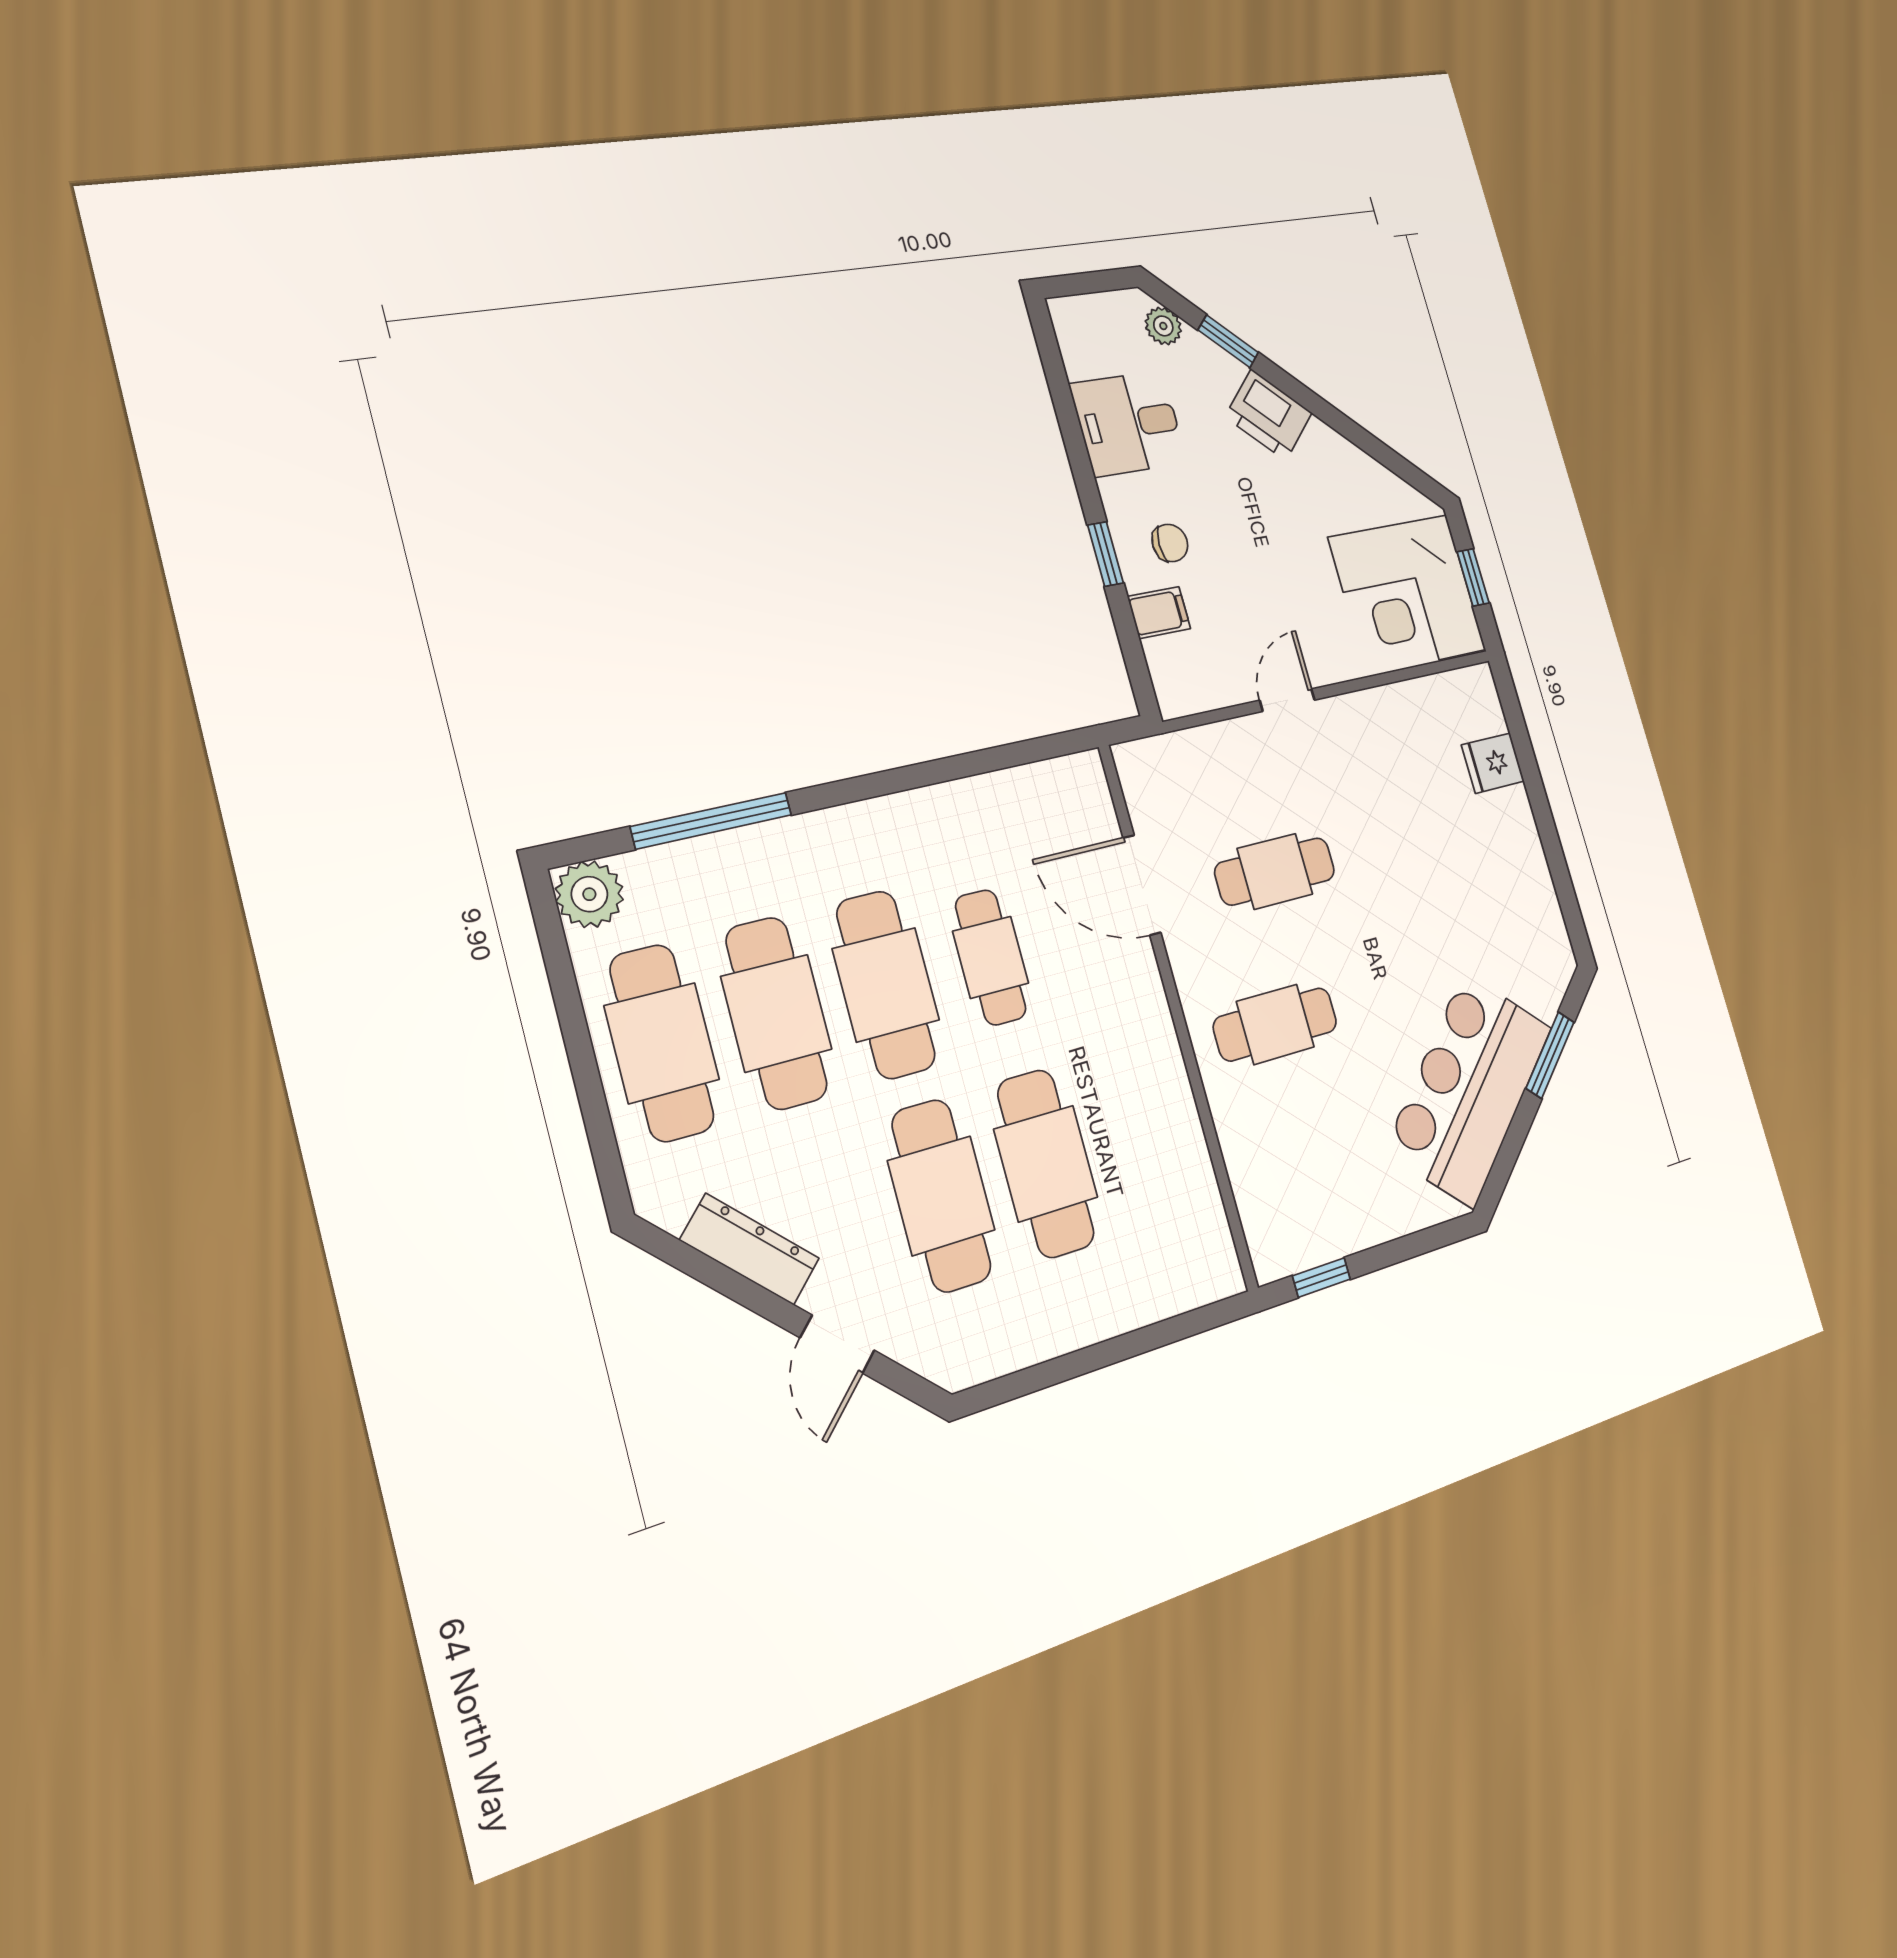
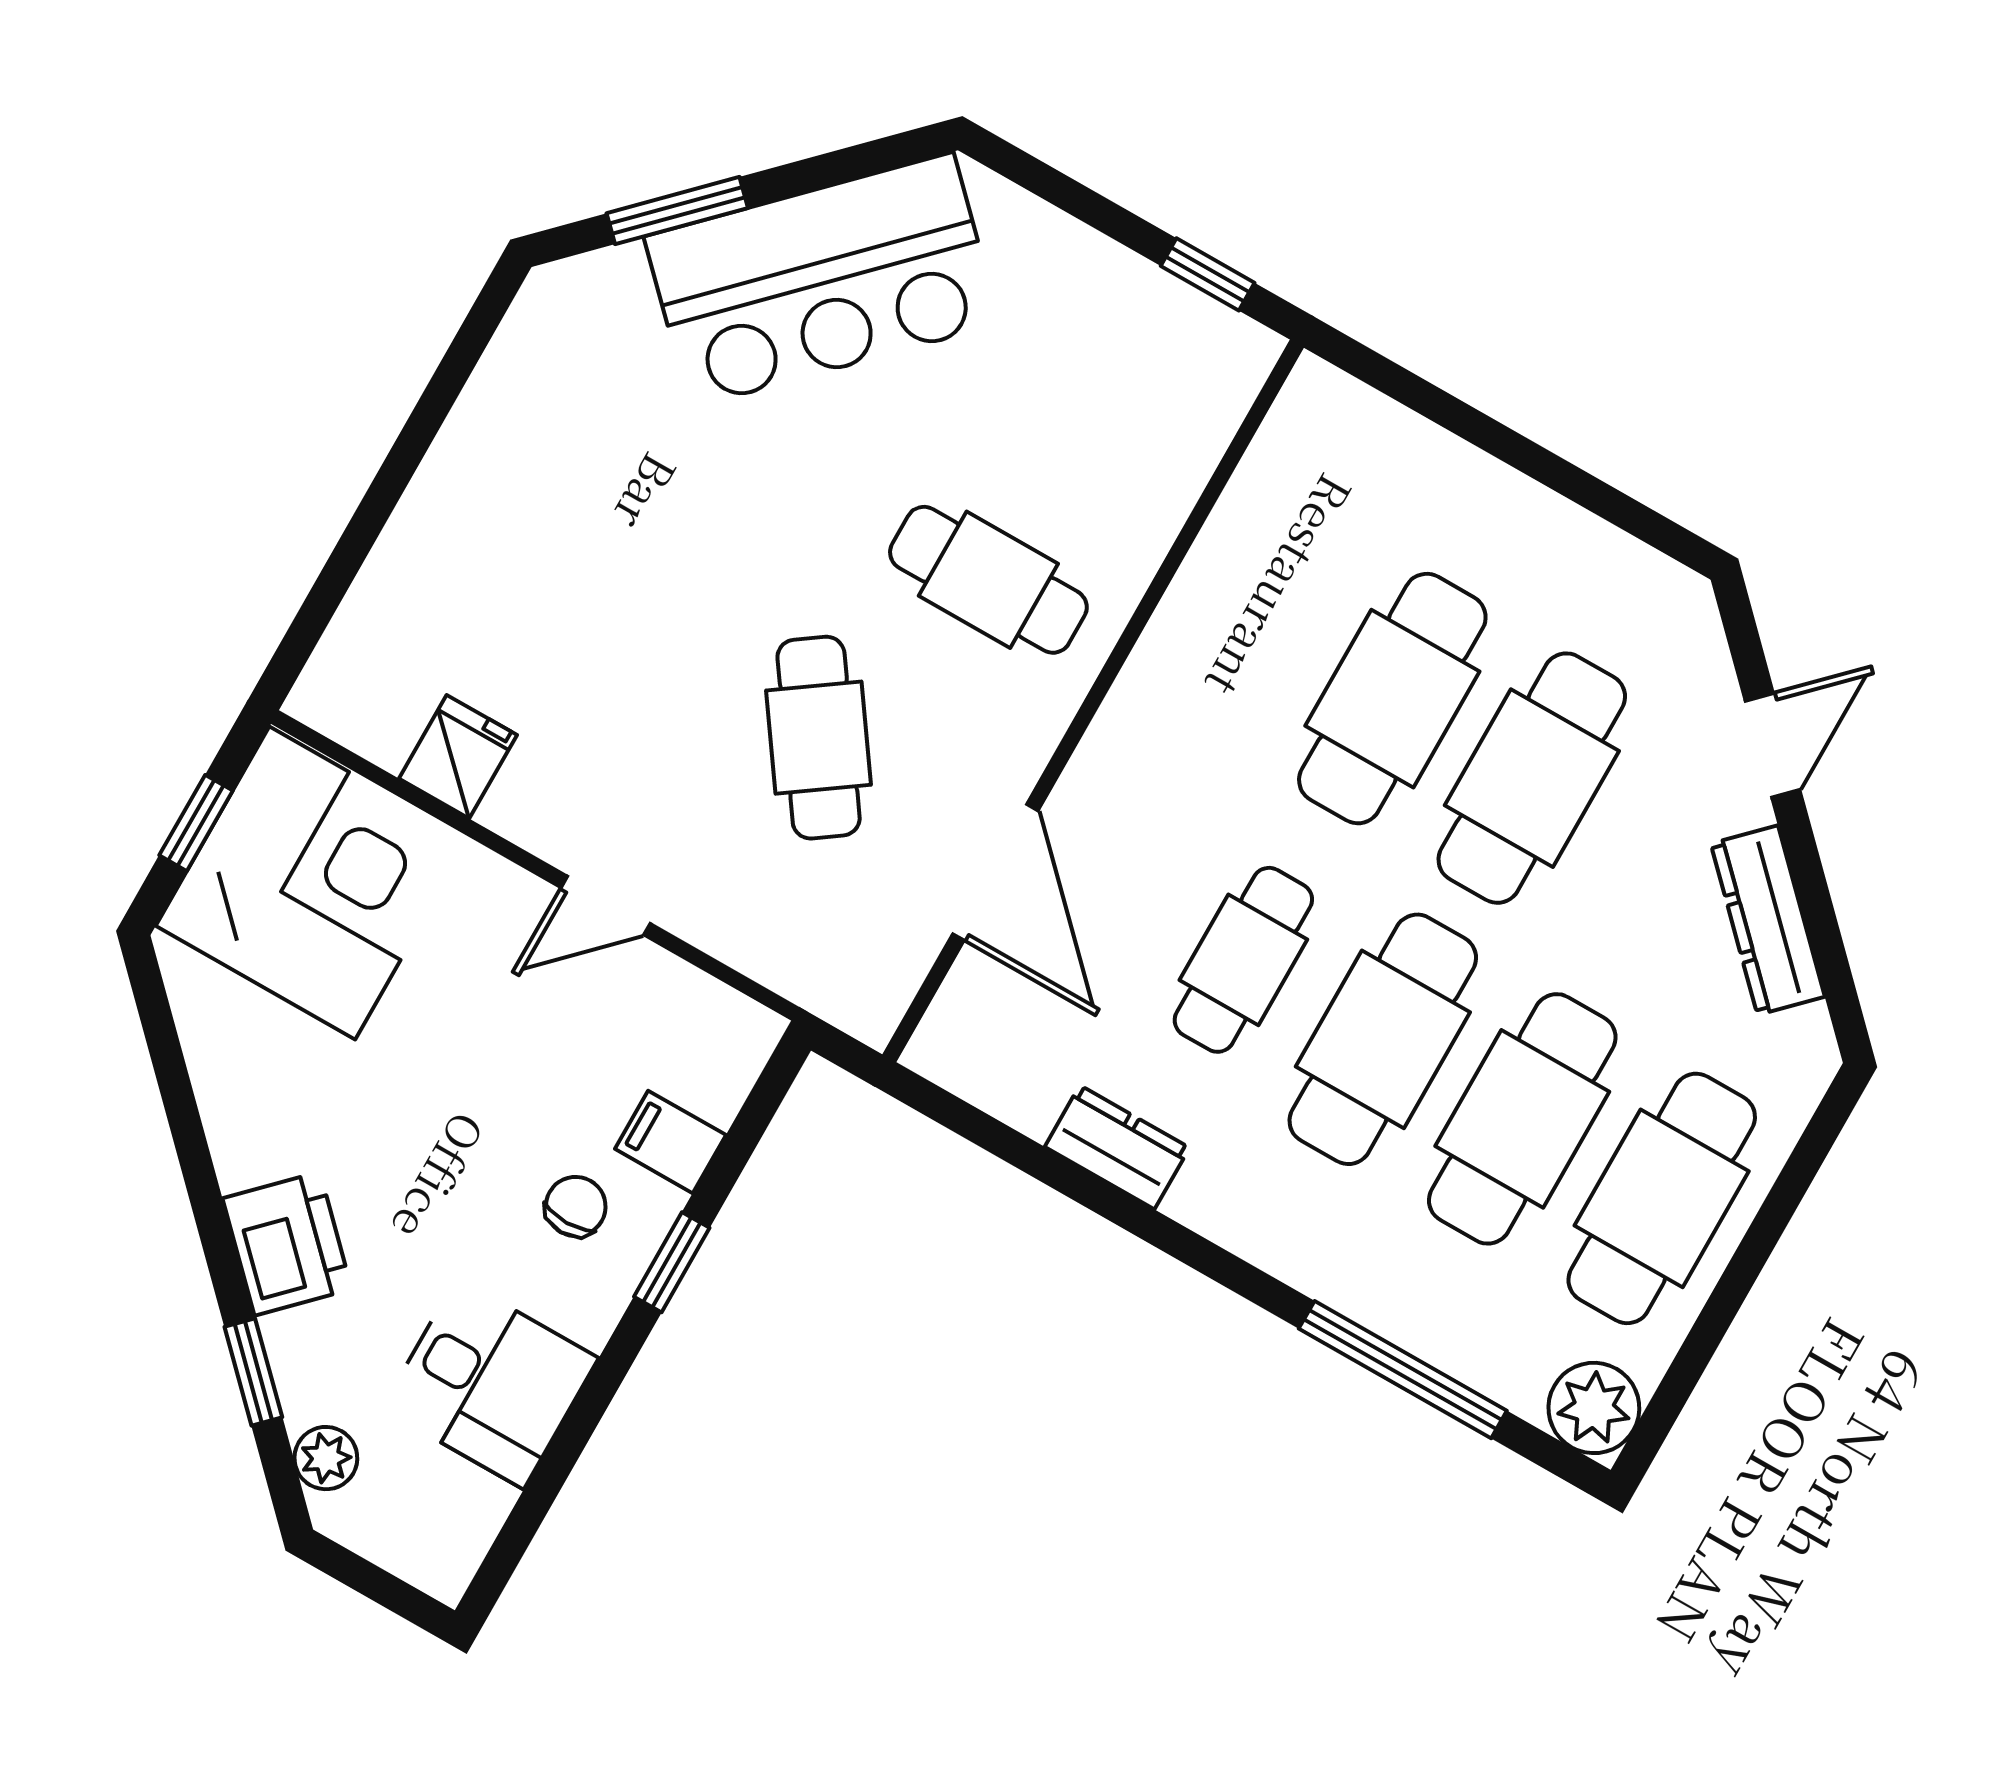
chair: (1170, 543) -> (576, 1206), turned 90
fridge: (1493, 763) -> (458, 757), moved, turned -90
dresser: (961, 803) -> (1117, 1147), added
cafe table: (1275, 871) -> (819, 738), turned 55

